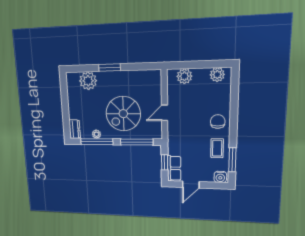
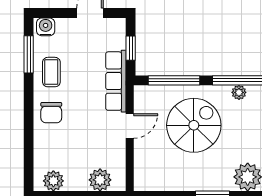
row of seats: (174, 168) -> (116, 81), moved, width x1.48

